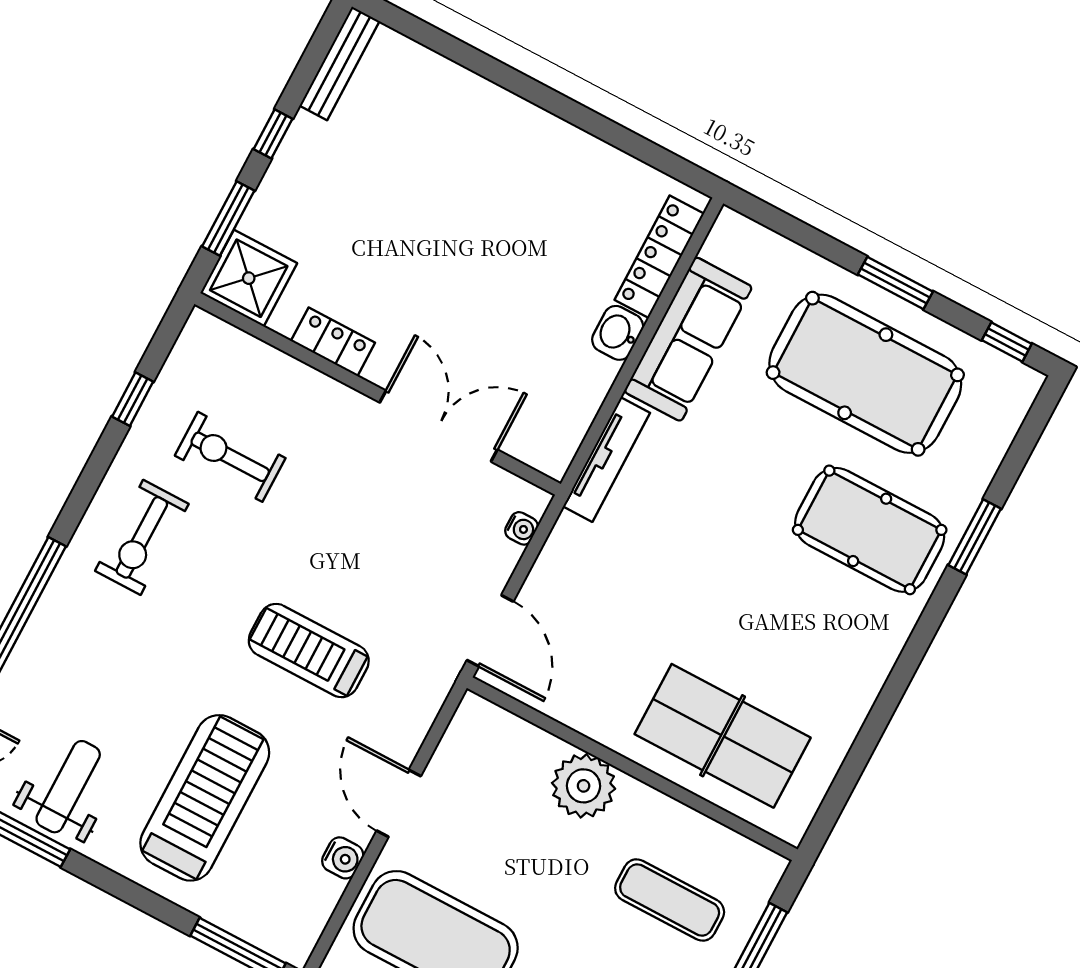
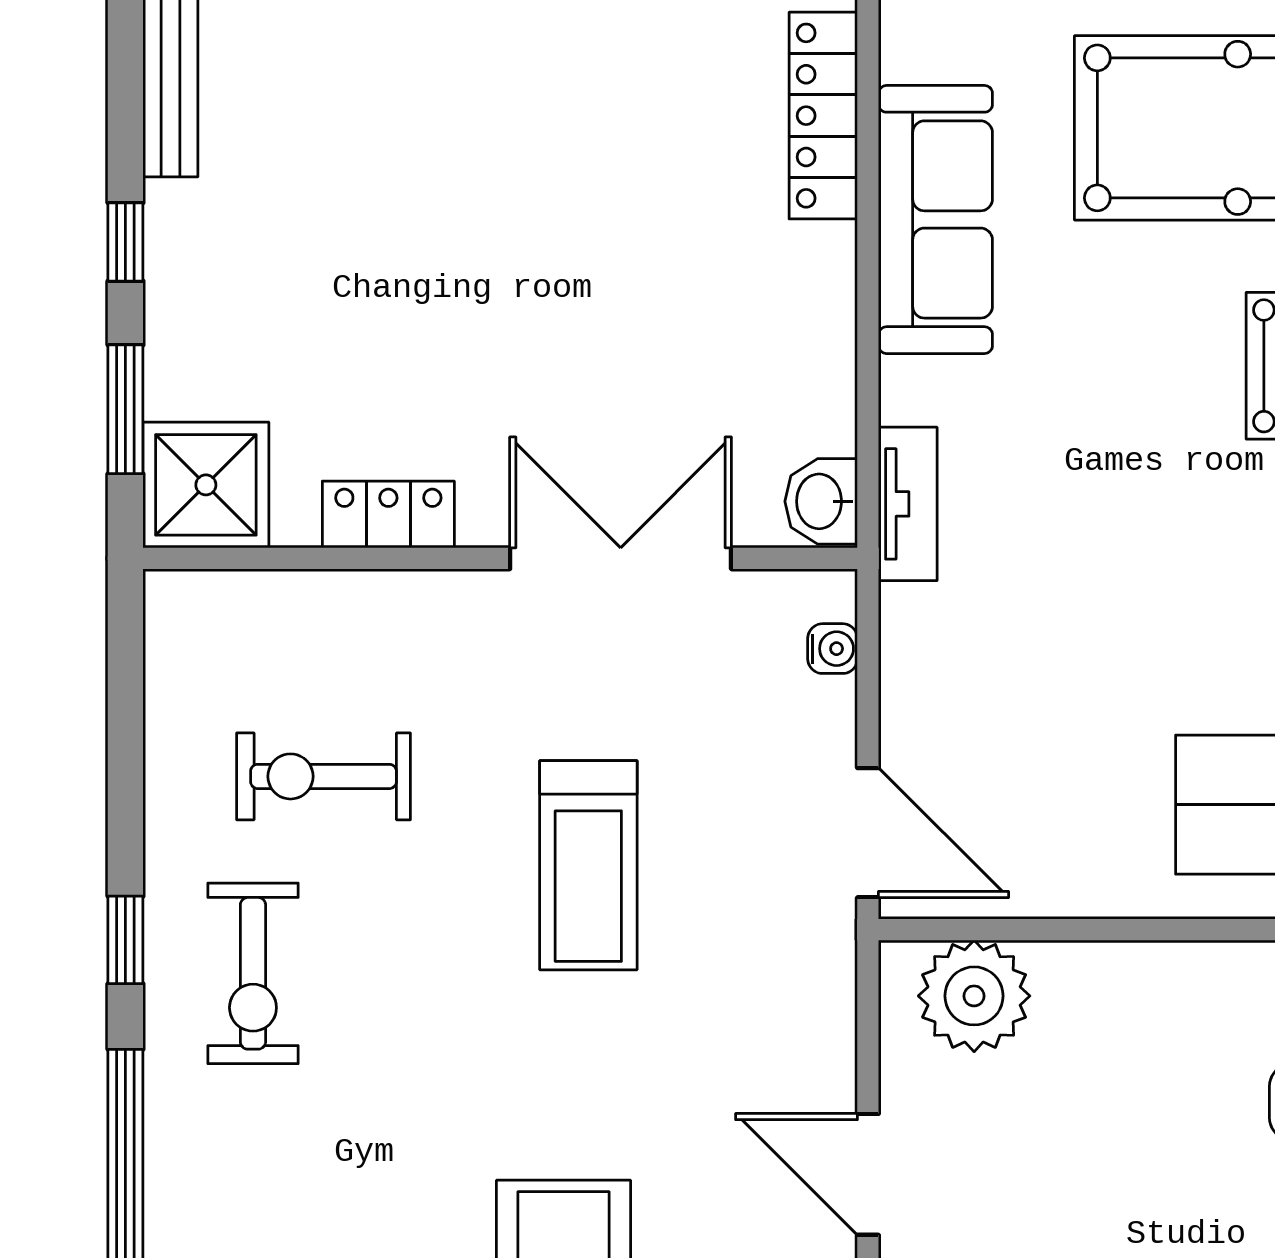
washbasin: (618, 333) -> (821, 501), moved
window: (133, 399) -> (125, 940), moved
tv unit: (606, 460) -> (908, 504), width x0.71
treadmill: (309, 651) -> (588, 865), moved, turned -90
plant: (584, 786) -> (974, 996), moved

